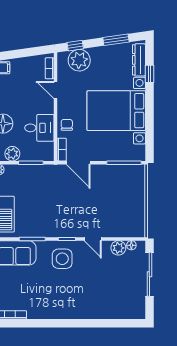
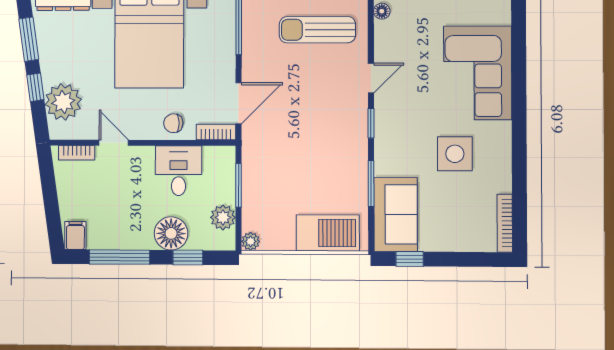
window: (75, 46) -> (35, 87), moved
door: (55, 90) -> (114, 143), swing flipped
sun lounger: (121, 208) -> (317, 30), added
plant: (118, 248) -> (386, 34), removed
side table: (62, 259) -> (455, 154), moved
corner sofa: (96, 300) -> (478, 73), added

